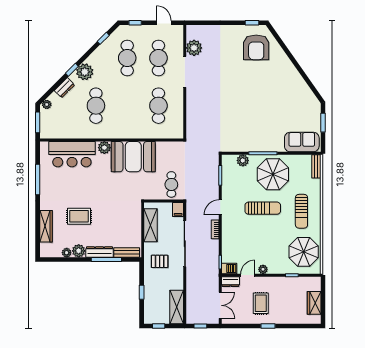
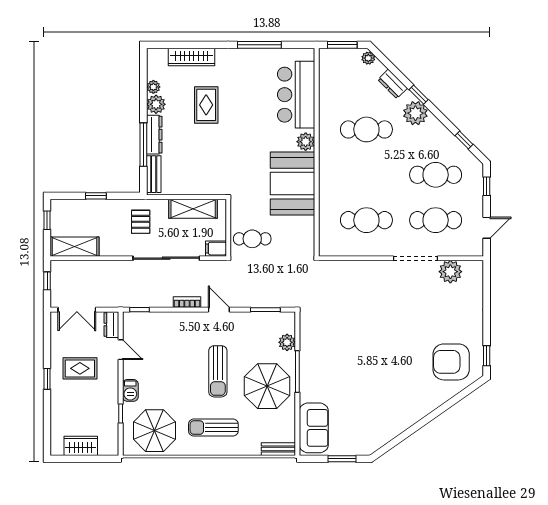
barbecue: (229, 269) -> (130, 390), moved
plant: (263, 269) -> (129, 372), removed

